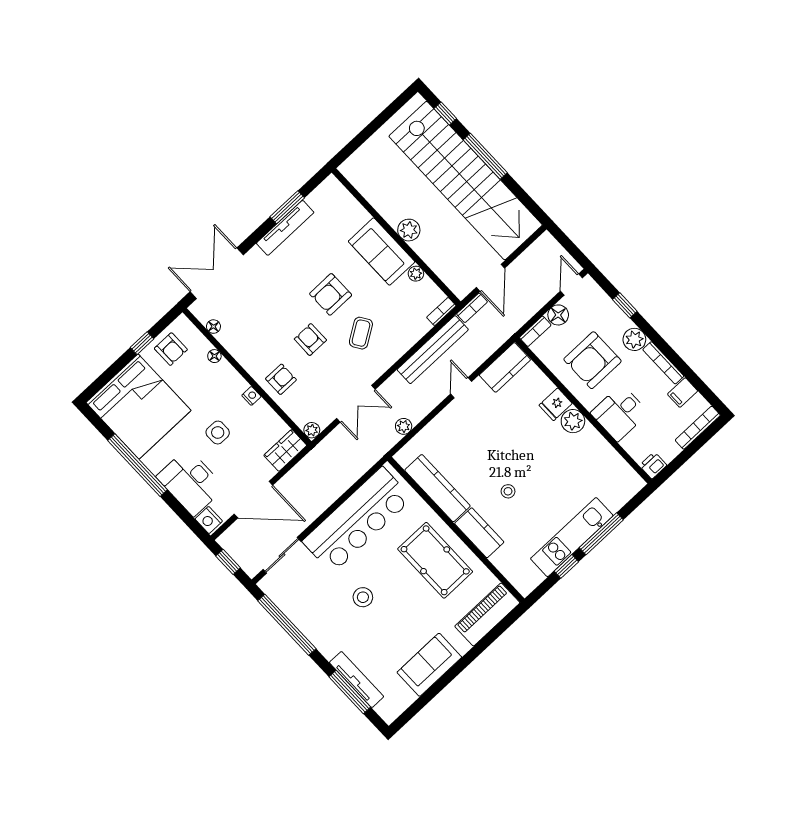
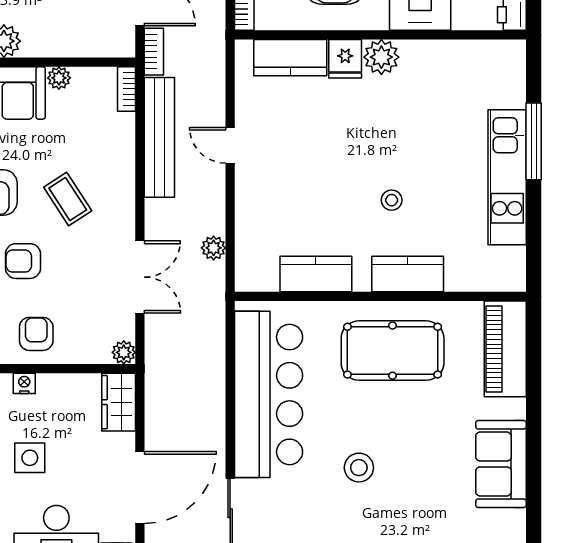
kitchen counter: (505, 367) -> (290, 58), moved, turned 90
kitchen counter: (437, 488) -> (316, 274), width x0.67
window: (566, 566) -> (534, 213), removed

